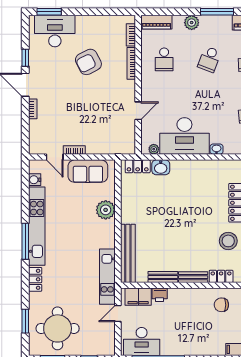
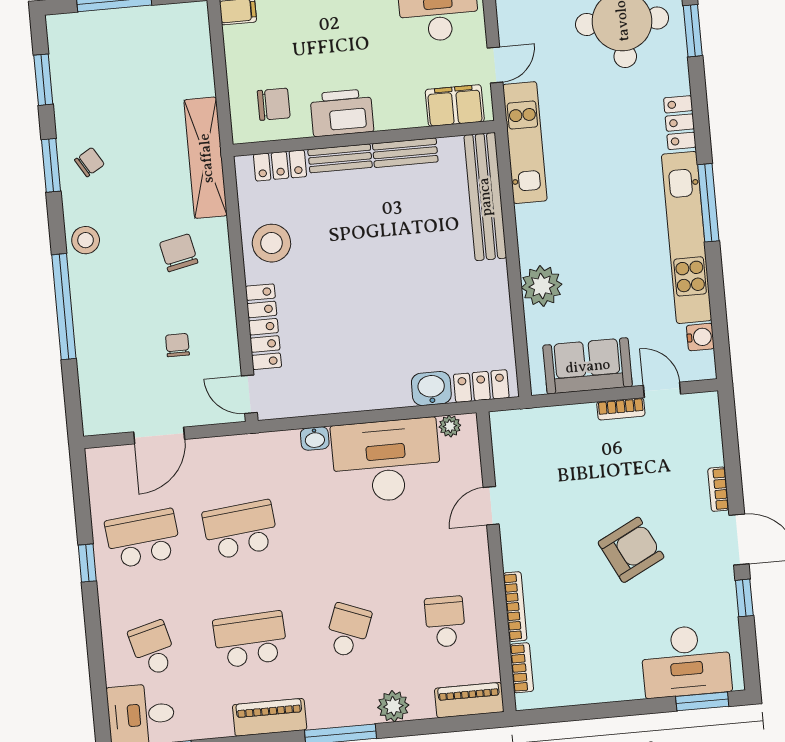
armchair: (88, 62) -> (631, 550), moved
printer: (160, 295) -> (342, 113), moved, width x1.87, depth x1.48

